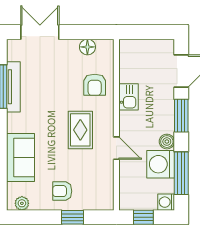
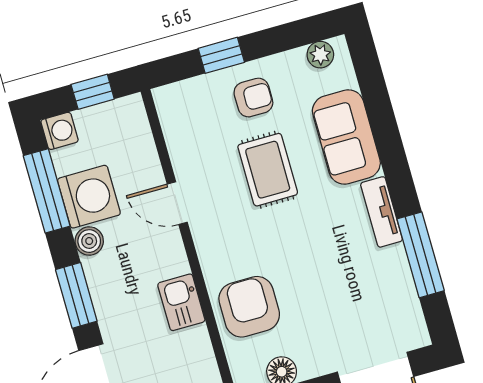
armchair: (95, 85) -> (249, 307), width x1.38, depth x1.38
tv unit: (13, 87) -> (381, 212), moved, width x0.71
rug: (80, 130) -> (268, 170), moved

